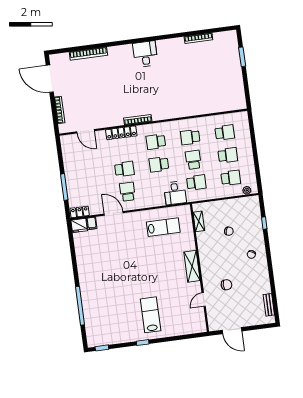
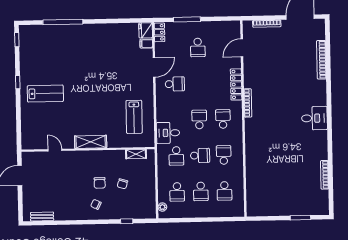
school desk: (124, 169) -> (198, 47), moved
chair: (226, 285) -> (100, 183), moved

